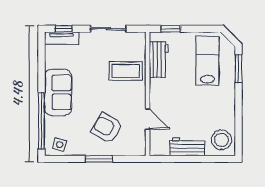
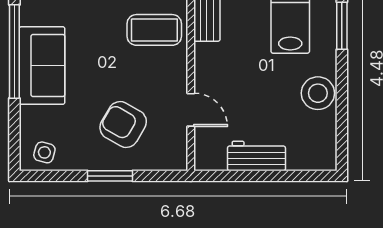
window: (41, 121) -> (14, 51), moved
stool: (221, 140) -> (318, 93), moved

